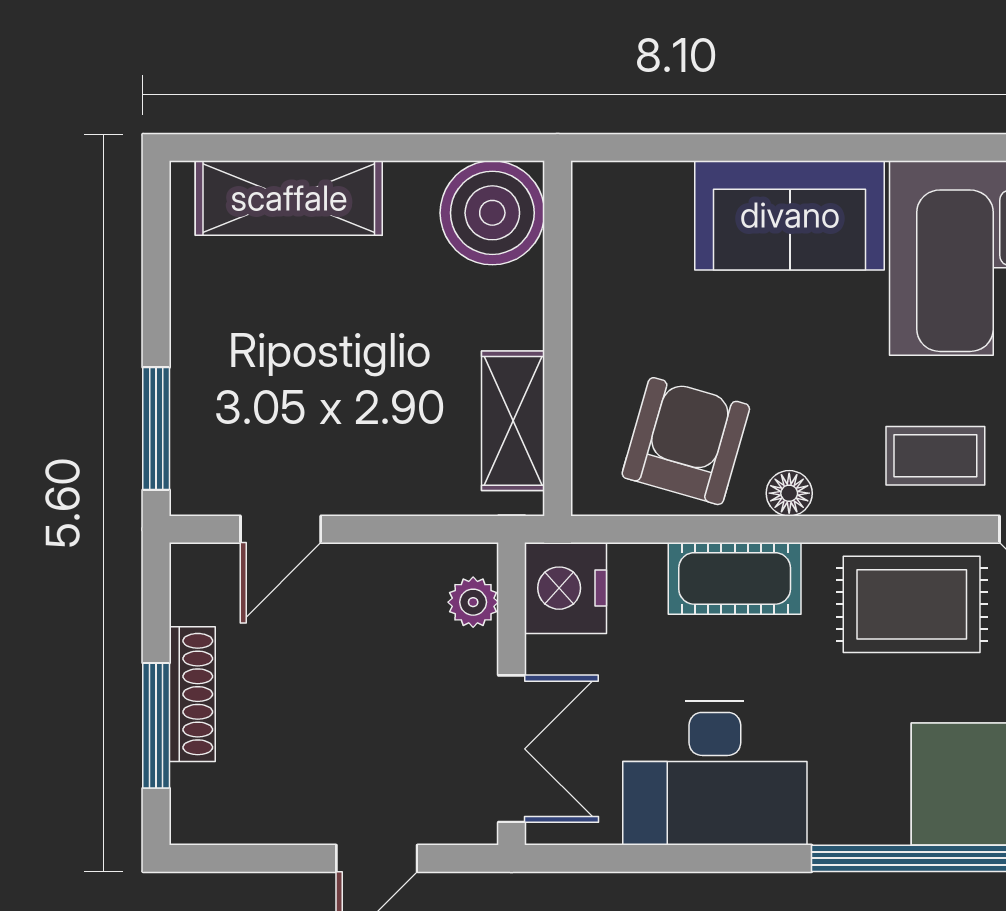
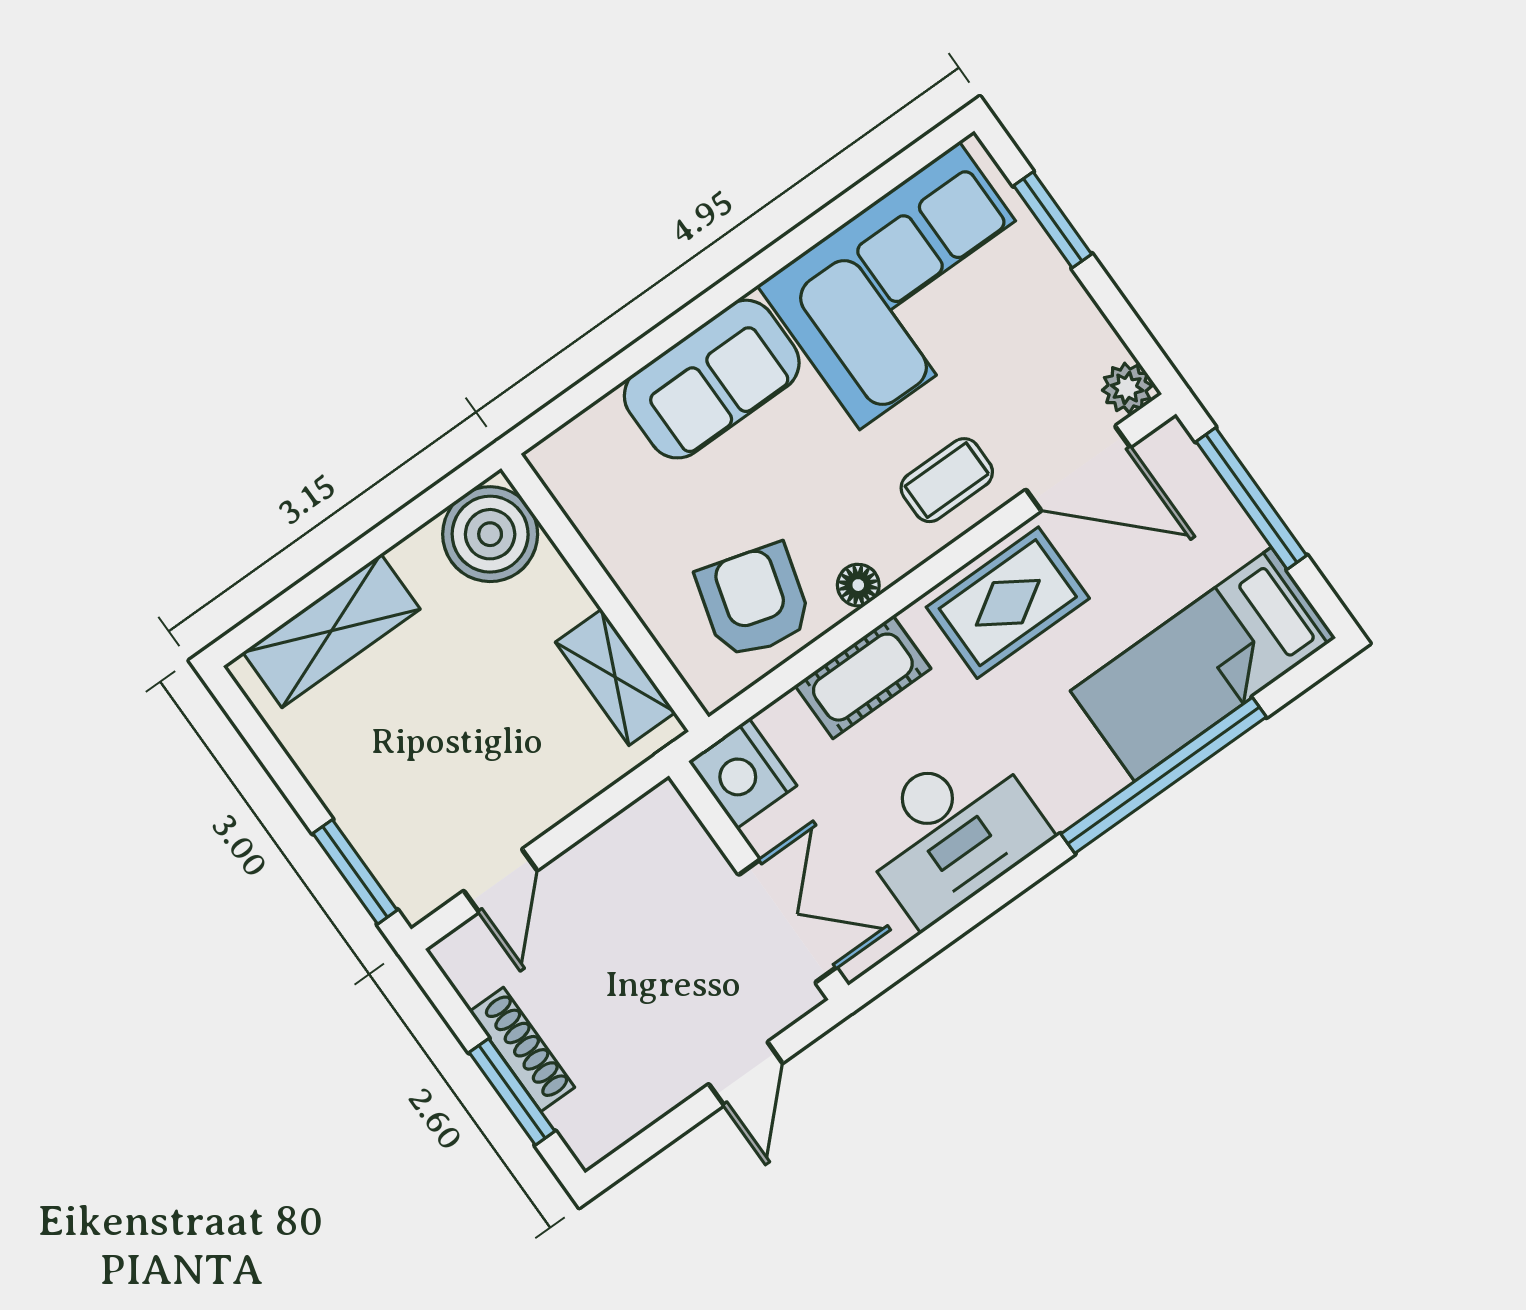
plant: (473, 602) -> (682, 833), removed

